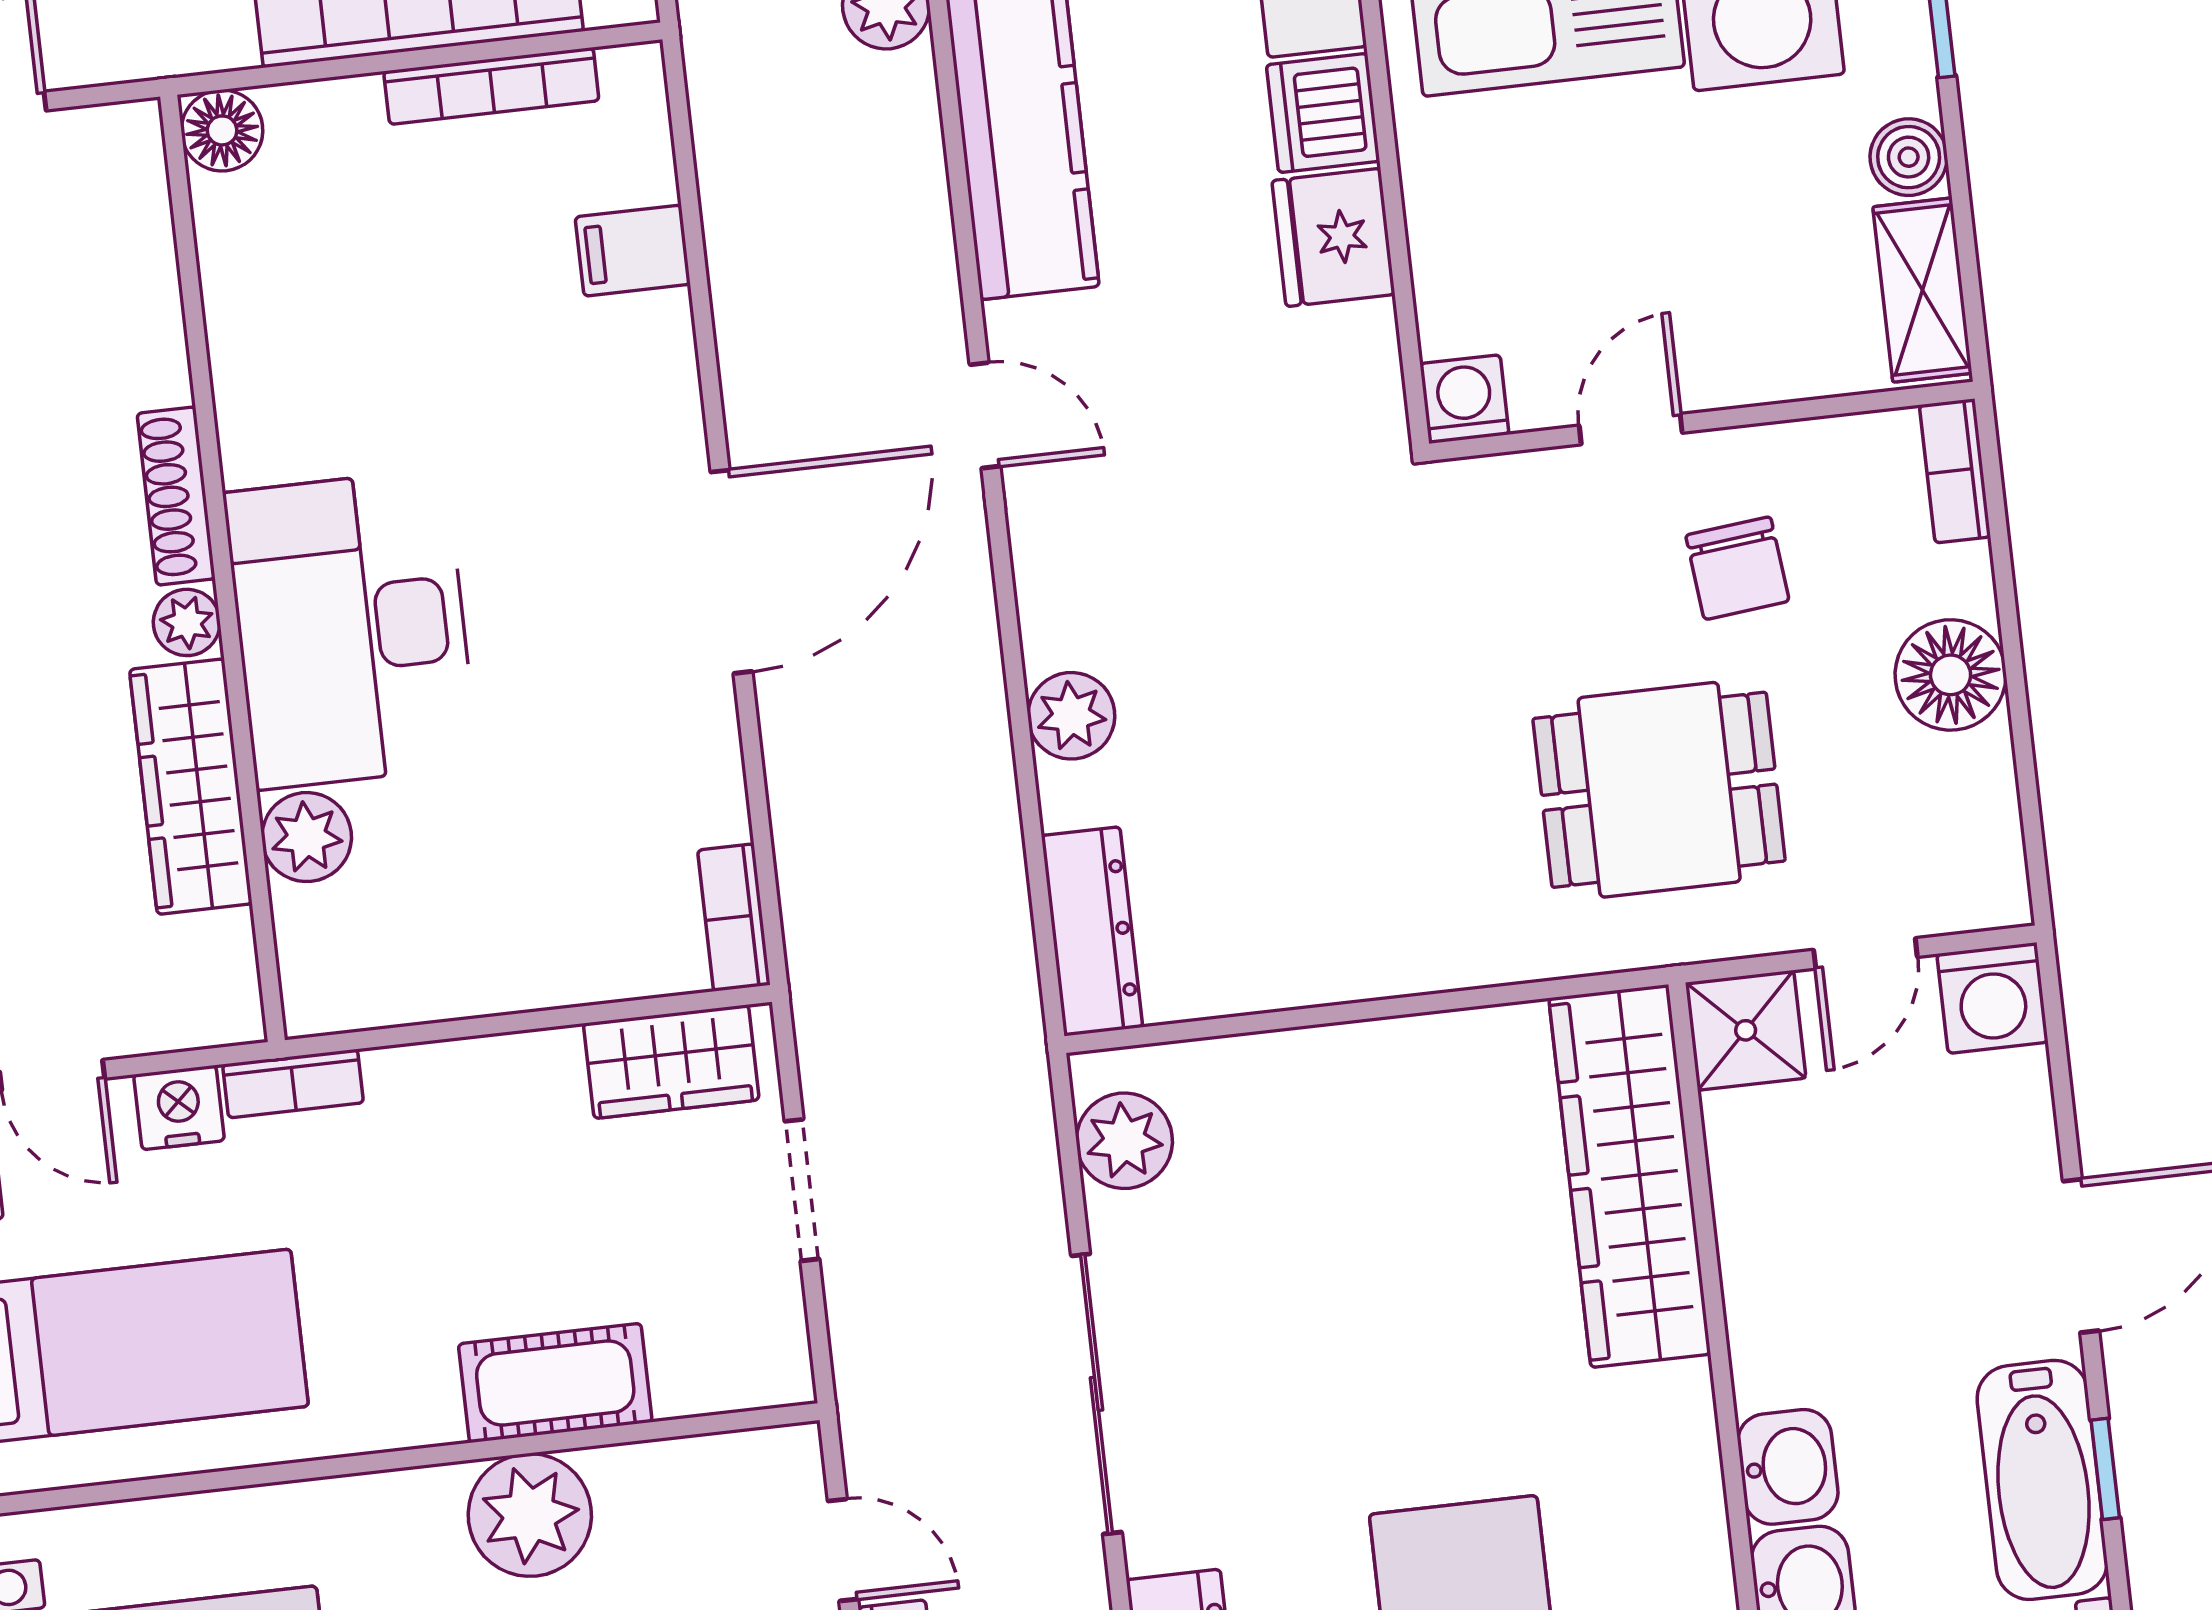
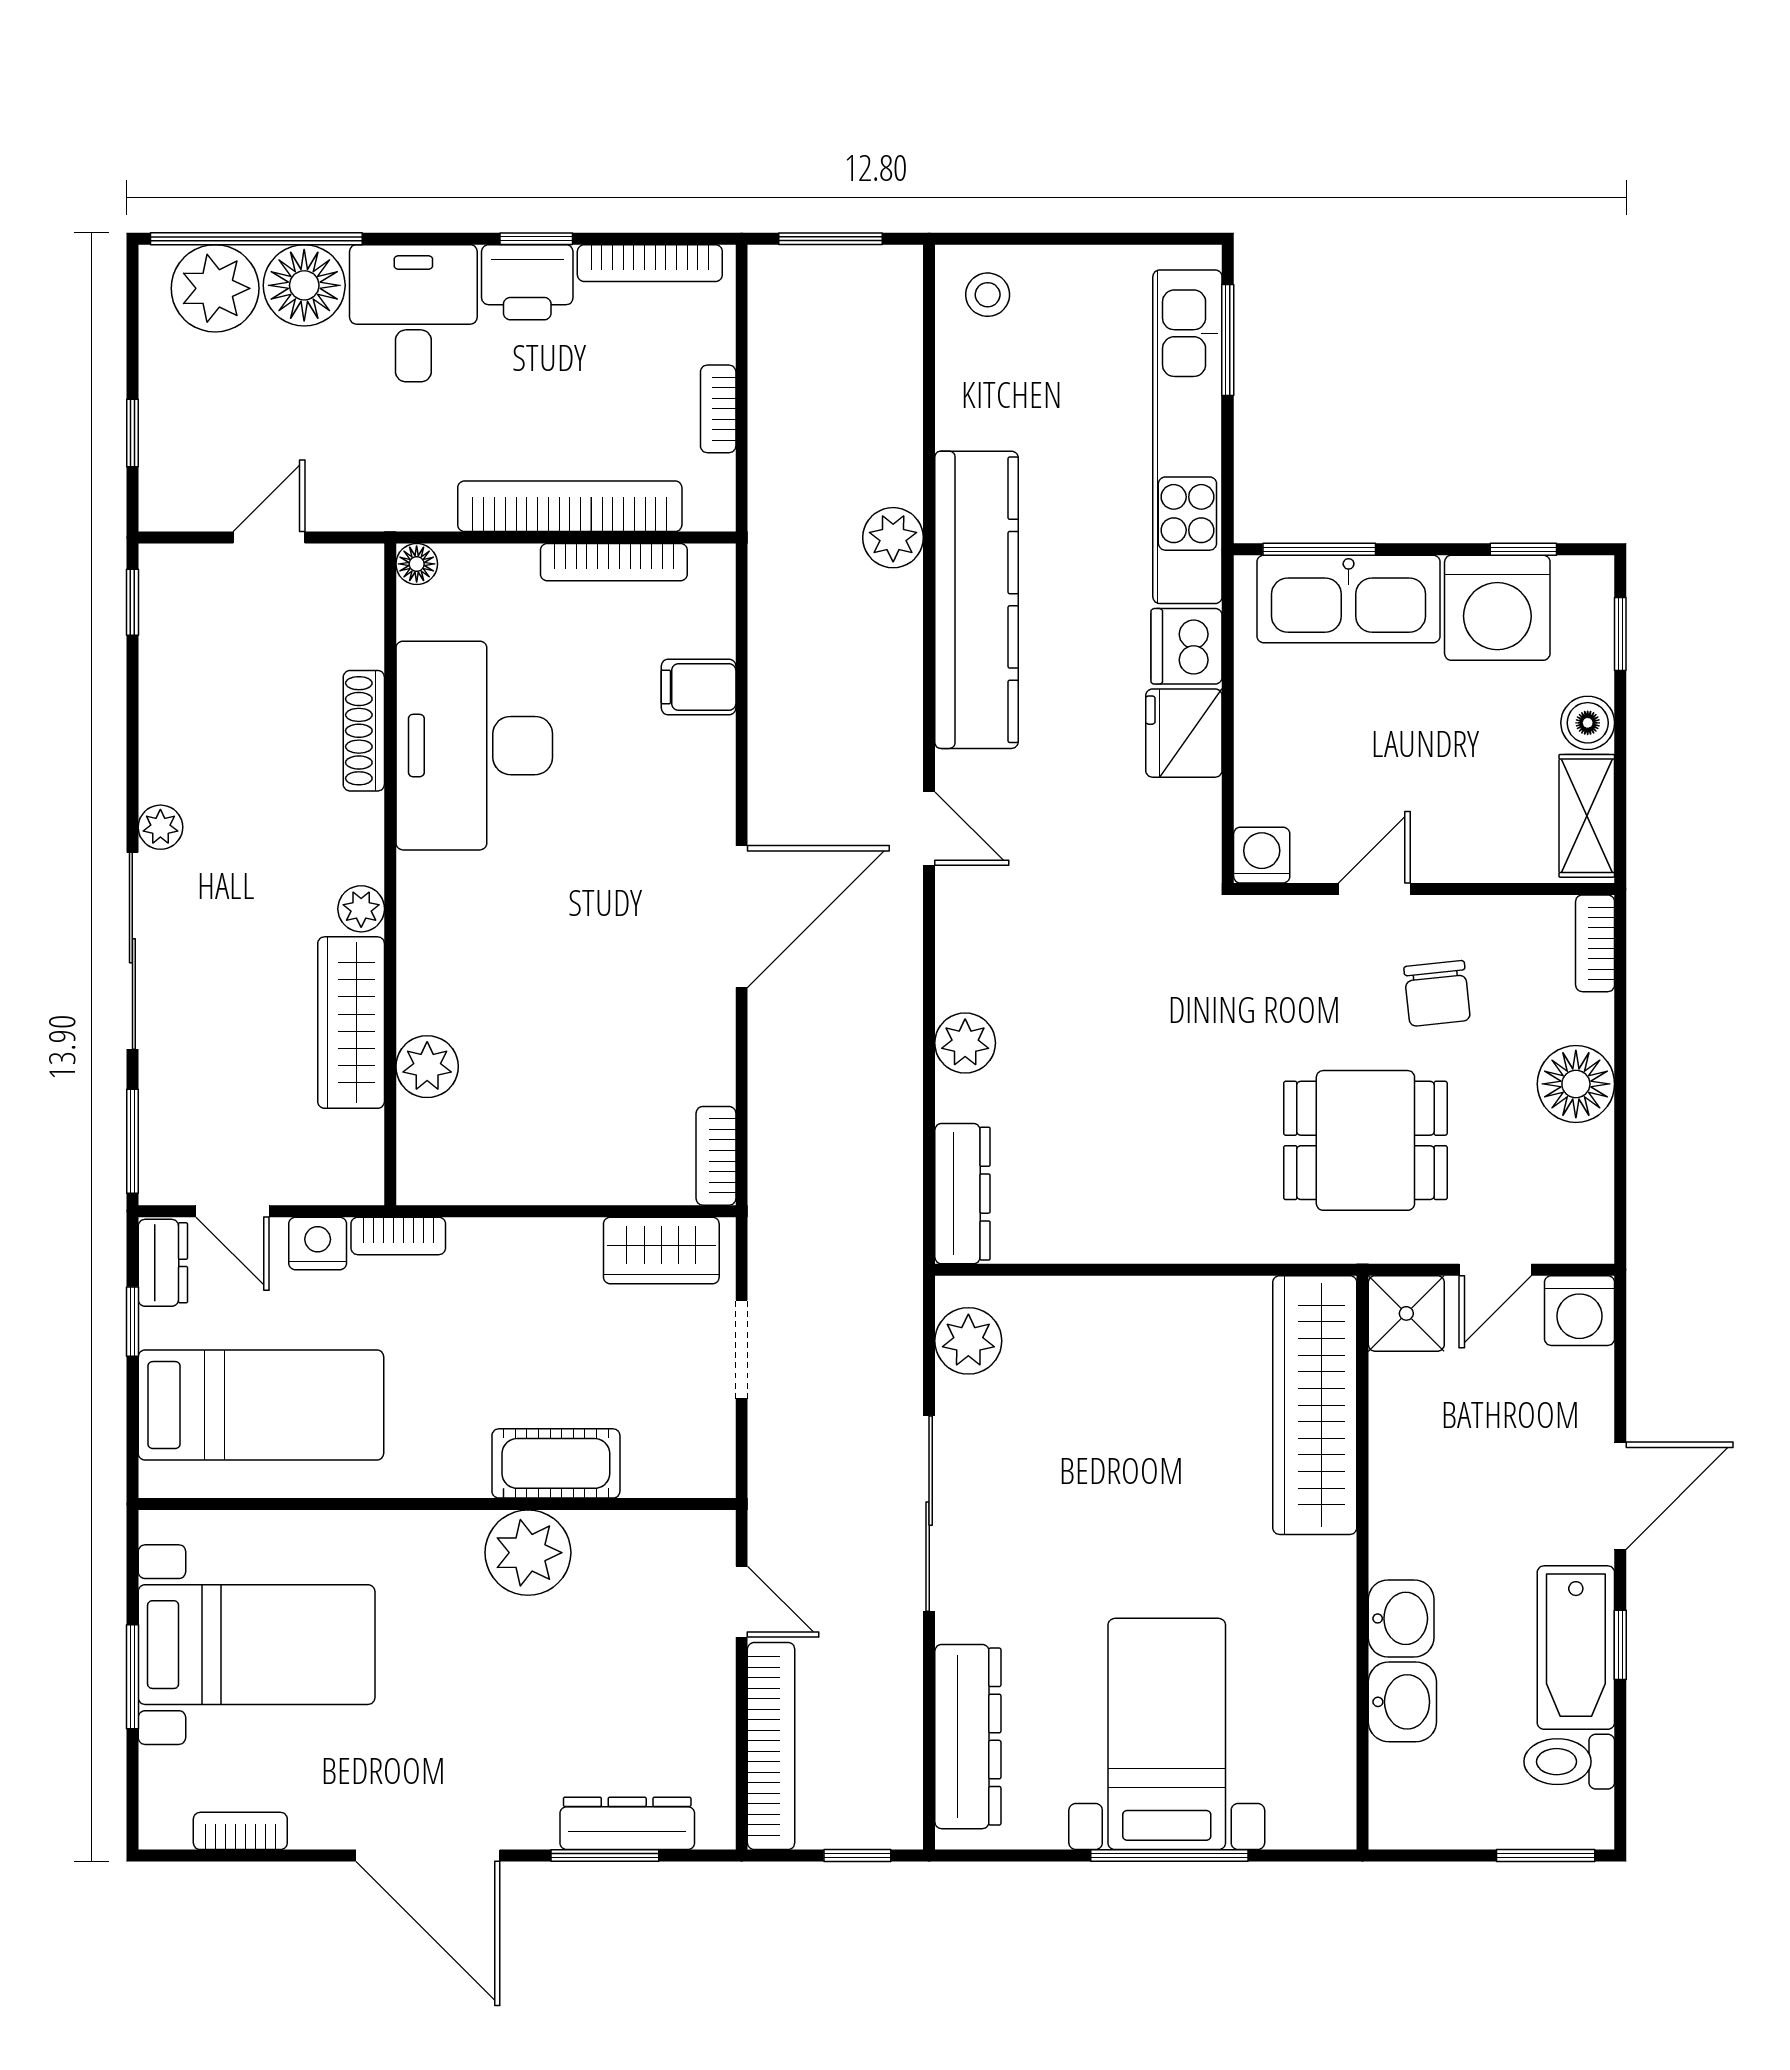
floor lamp: (222, 130) -> (417, 564), width x0.73, depth x0.73
shoe rack: (176, 496) -> (364, 731), moved
desk: (351, 629) -> (474, 746), moved

